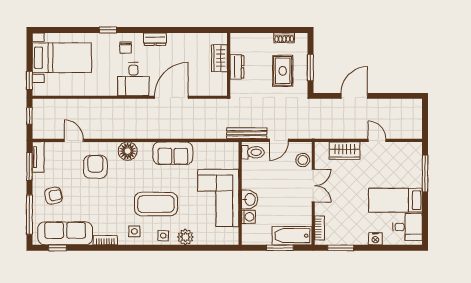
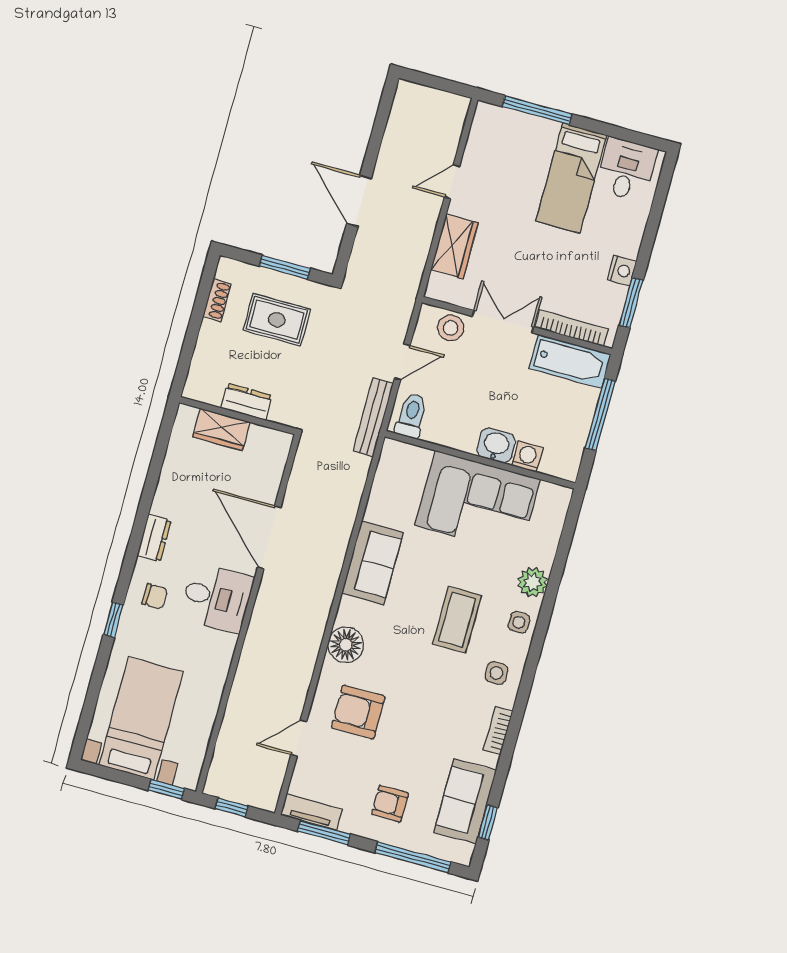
door: (279, 140) -> (402, 362), hinge flipped
armchair: (53, 196) -> (390, 804), turned -78
coffee table: (156, 204) -> (457, 620), width x0.73, depth x0.76
bookcase: (320, 228) -> (571, 328), width x1.56
sofa: (65, 233) -> (465, 801), width x0.73
bathtub: (292, 236) -> (570, 361), moved, turned -90
nightstand: (375, 239) -> (622, 270), moved
window: (280, 248) -> (600, 414), width x1.44

